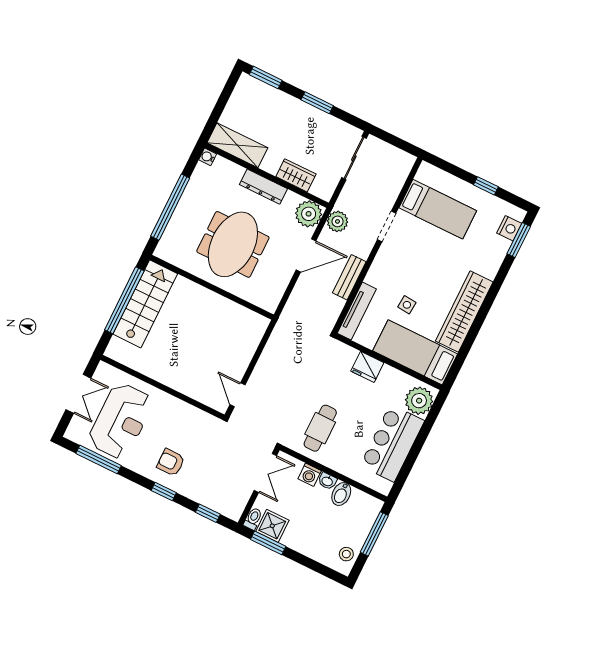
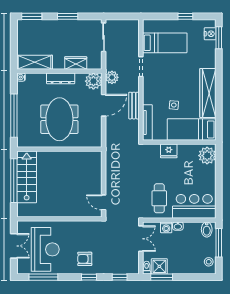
bar counter: (392, 443) -> (194, 206), moved, turned 90
bidet: (341, 494) -> (207, 229), moved

